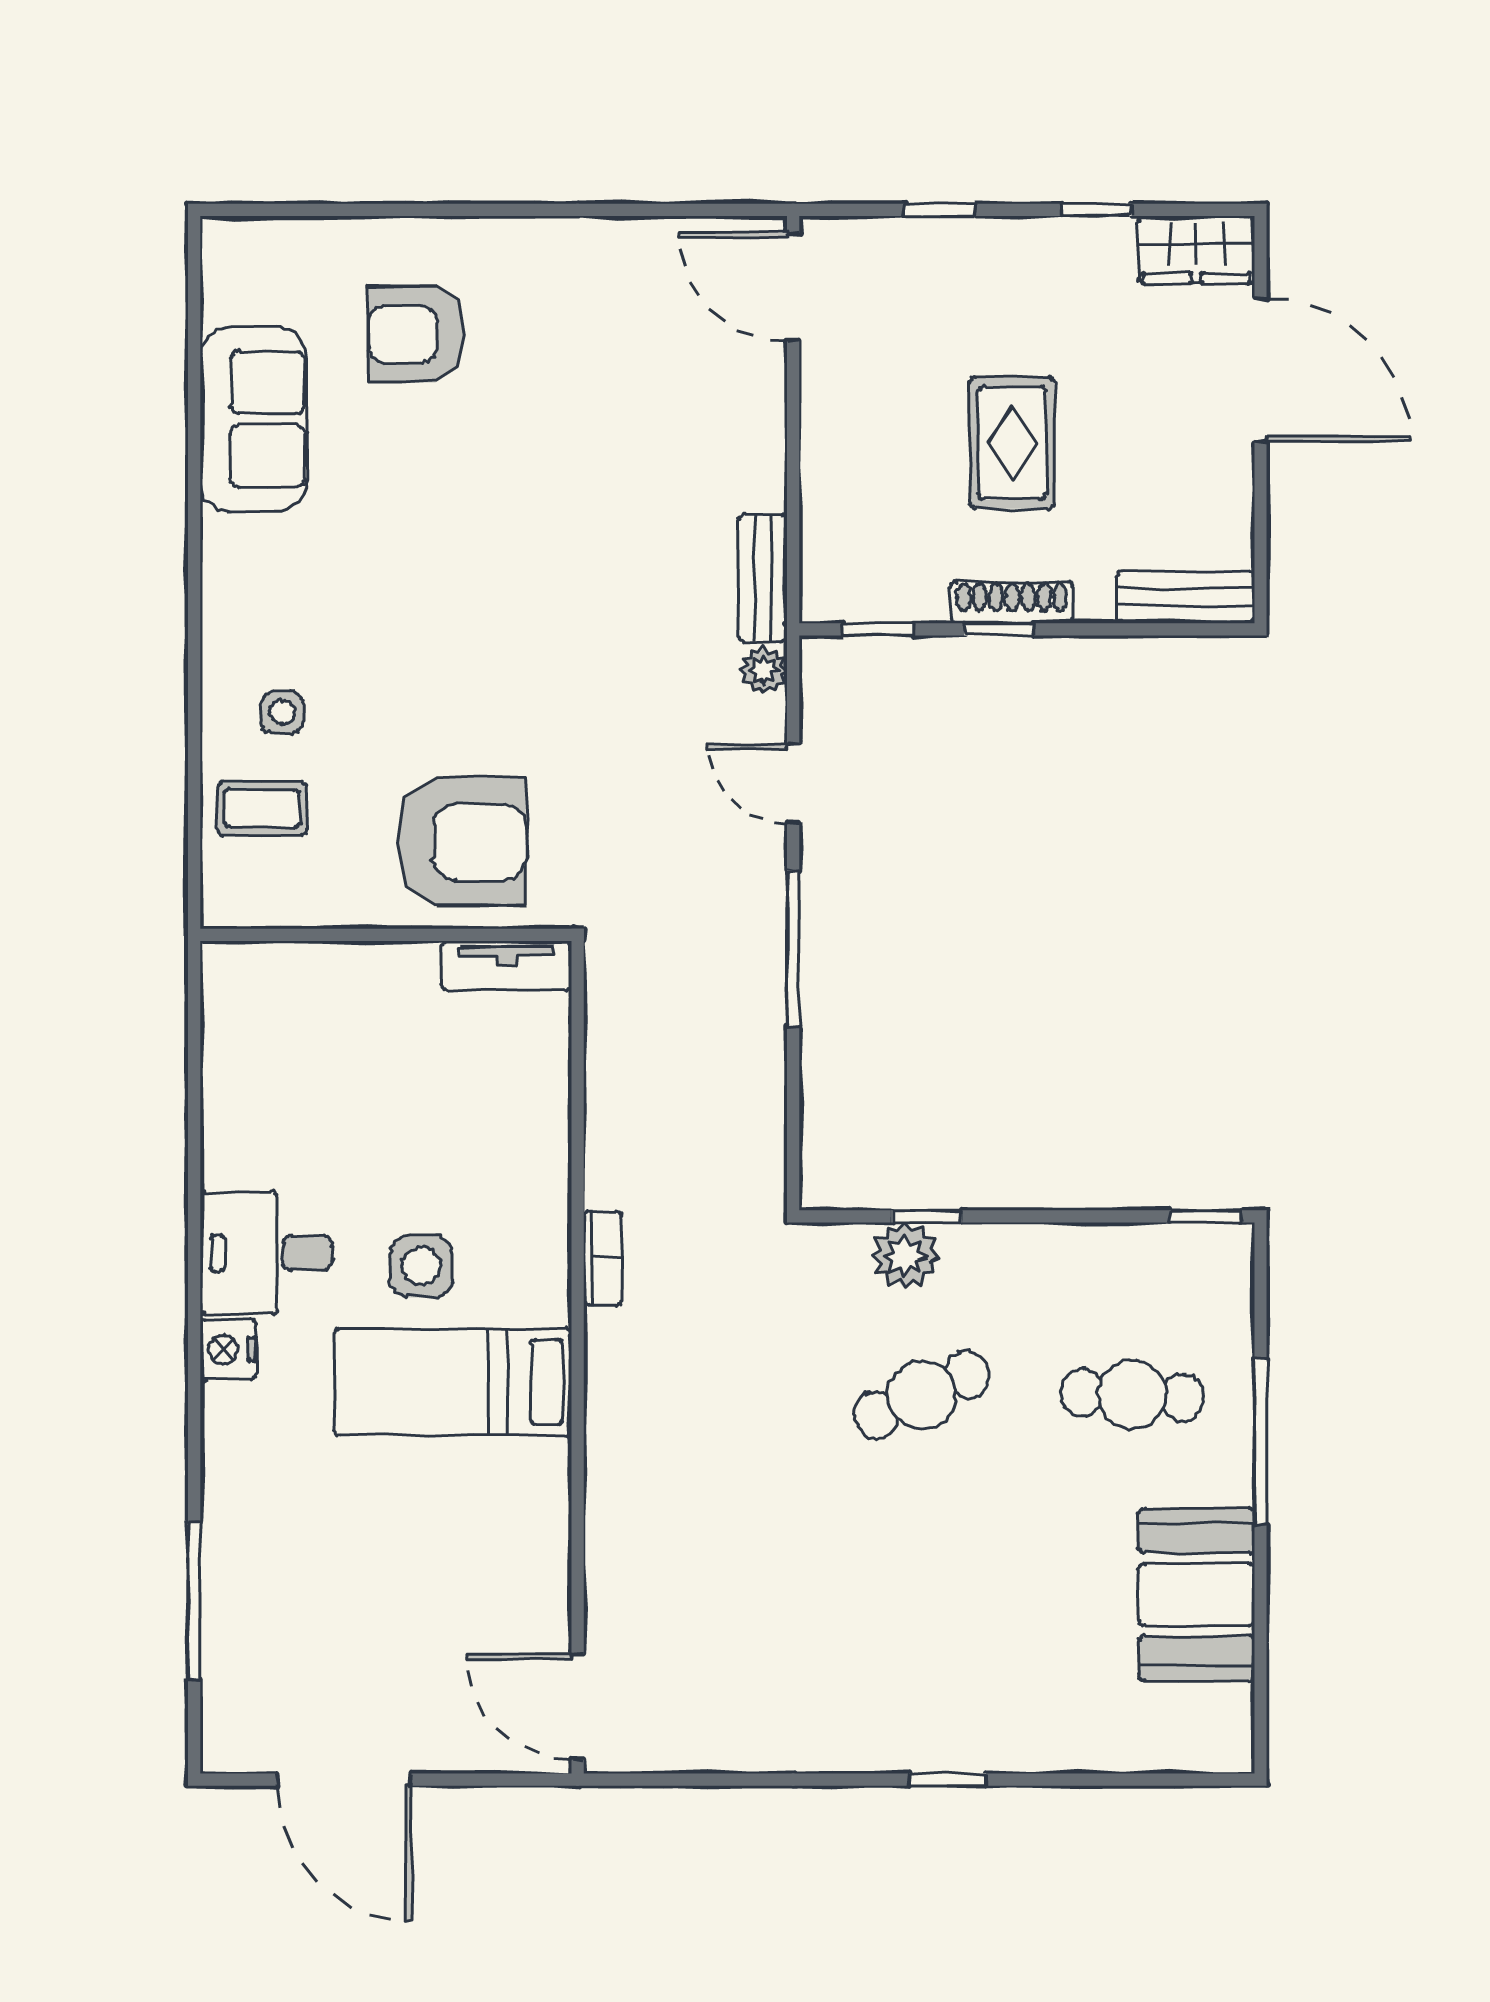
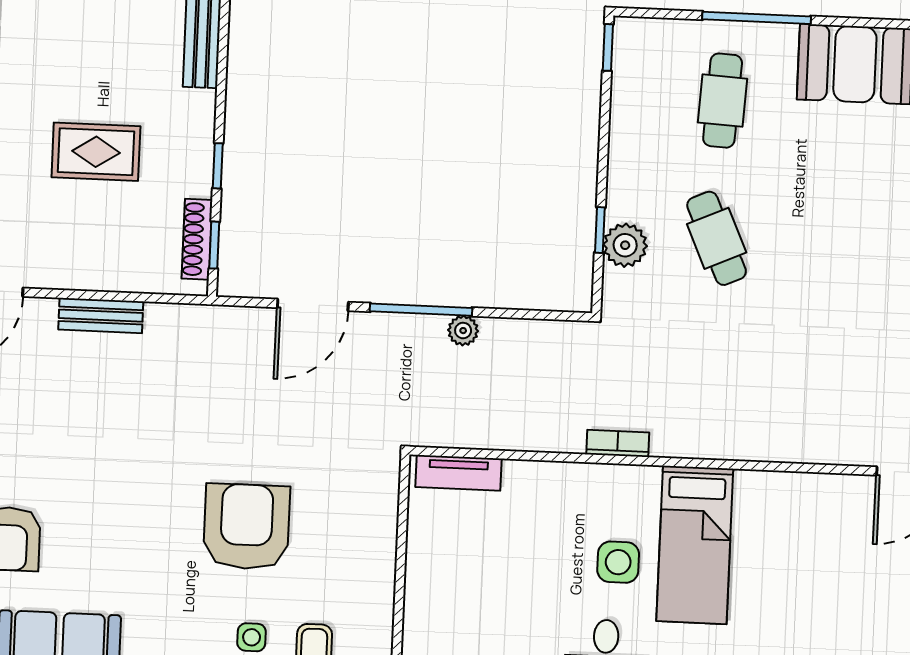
bench: (763, 578) -> (101, 316), moved
shoe rack: (1012, 603) -> (197, 239), moved
plant: (764, 670) -> (463, 331), moved
door: (793, 784) -> (313, 305), width x1.38
armchair: (462, 842) -> (247, 527), moved
tv unit: (507, 966) -> (459, 473), moved, turned 90

